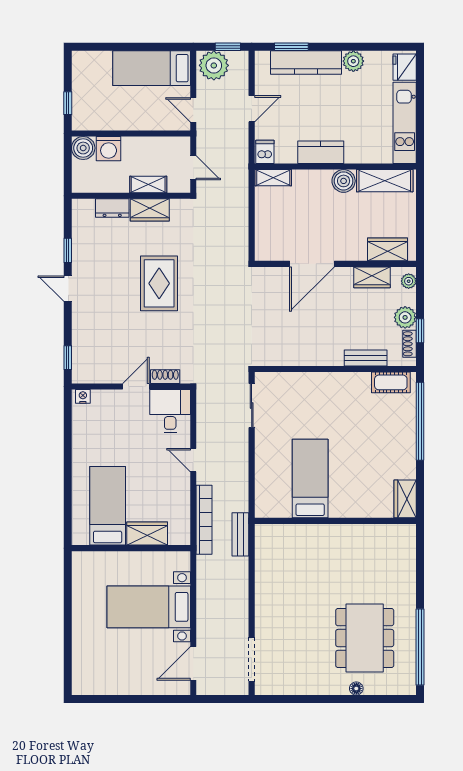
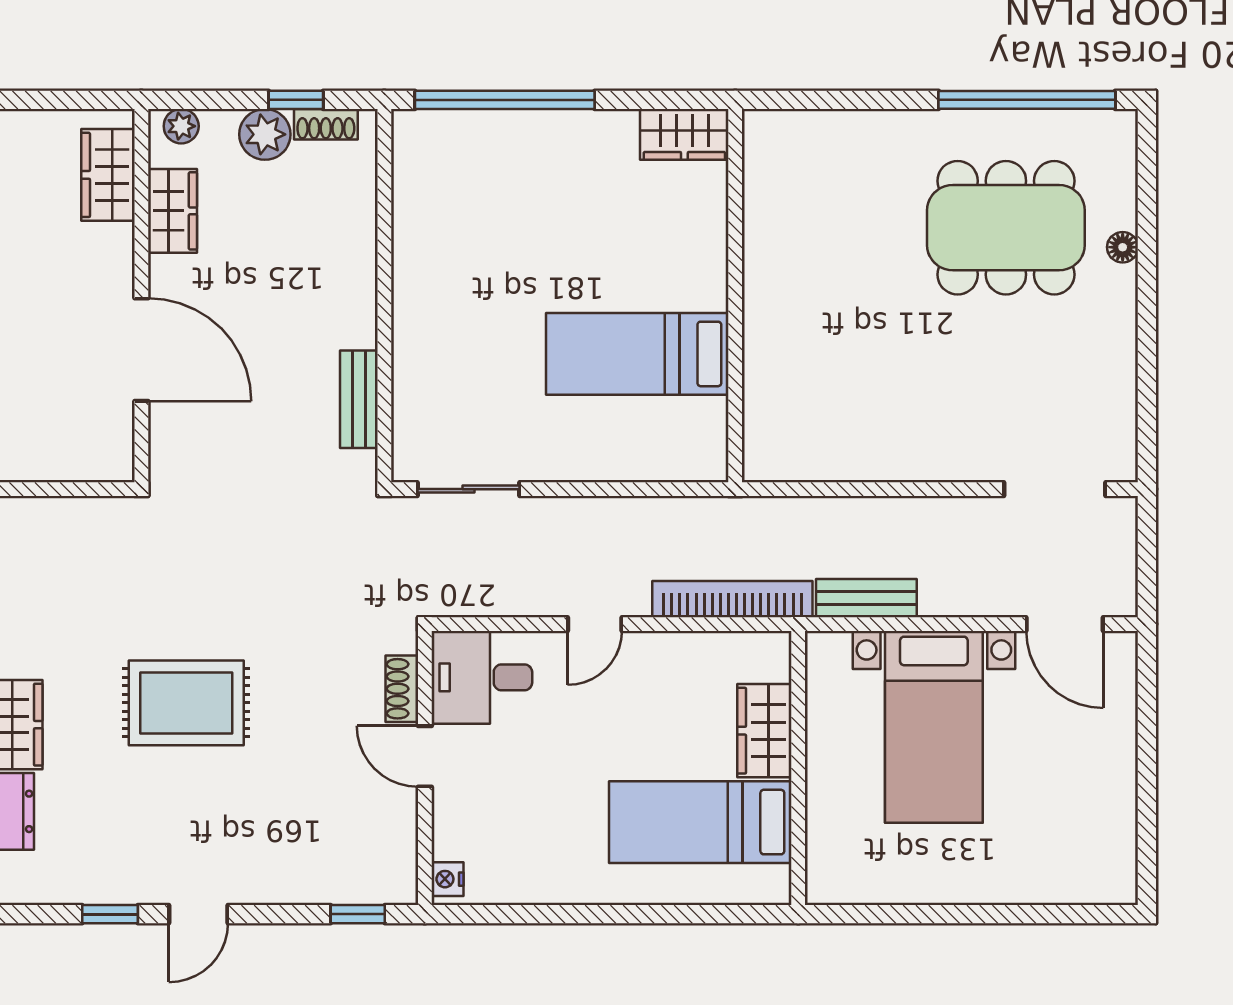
bench: (366, 358) -> (359, 399), moved
cot: (391, 382) -> (415, 167), removed
bench: (240, 534) -> (866, 598), moved

